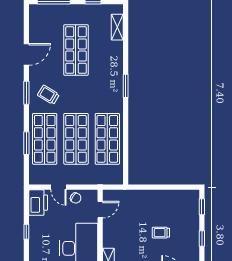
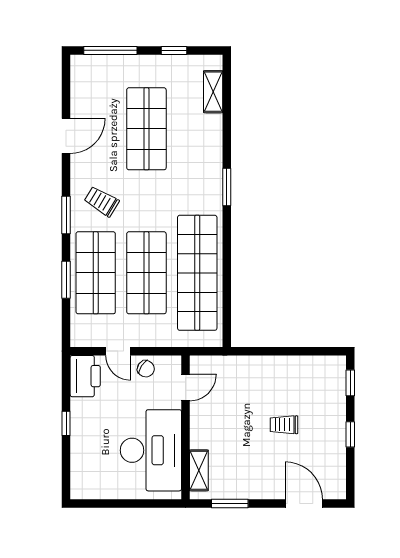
window: (26, 93) -> (66, 215), moved
shop shelf: (107, 139) -> (197, 273), width x1.40

